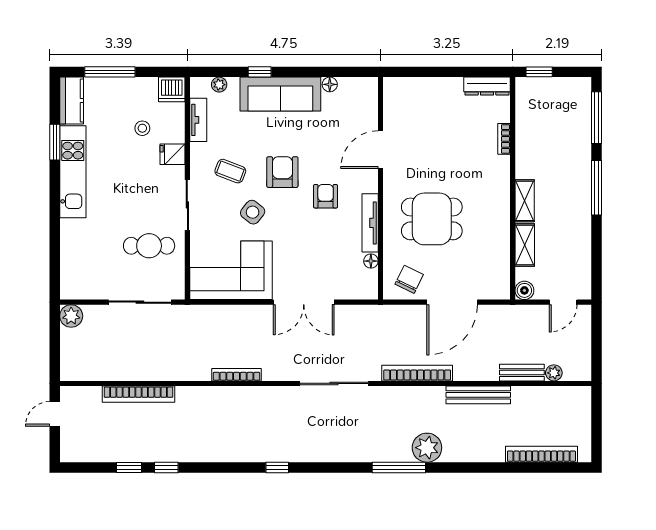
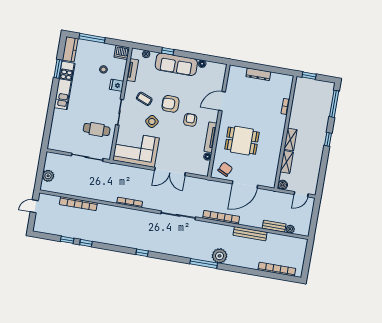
dresser: (487, 86) -> (258, 74), moved
armchair: (282, 172) -> (171, 104), turned -90
window: (597, 188) -> (328, 139), width x0.46
plant: (71, 316) -> (48, 176), moved

